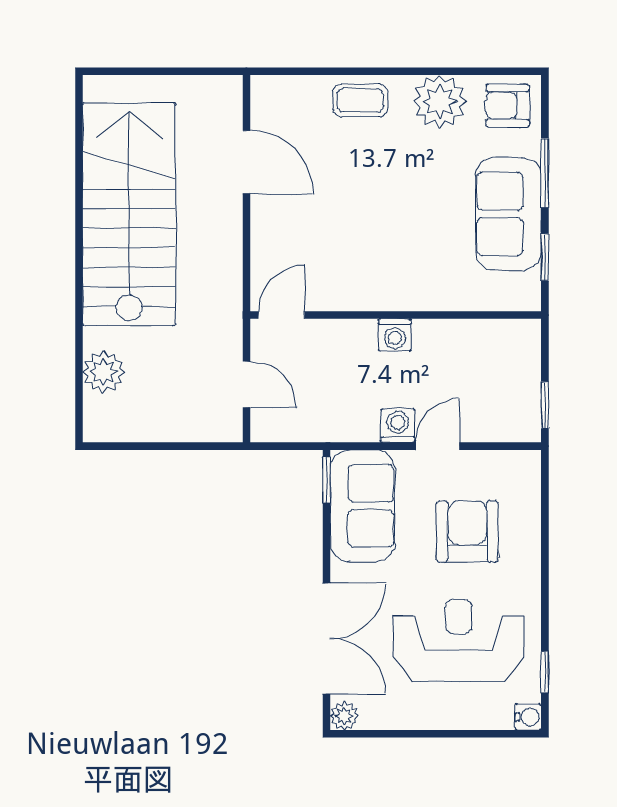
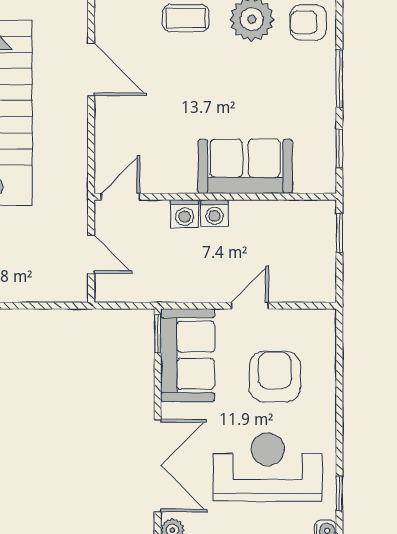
sofa: (508, 214) -> (245, 166), moved, turned 90
window: (545, 405) -> (339, 233), moved
washing machine: (398, 426) -> (185, 214), moved, turned 180

